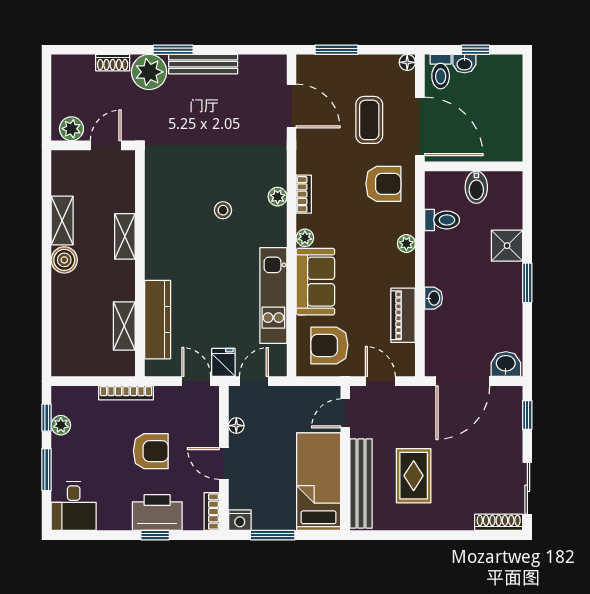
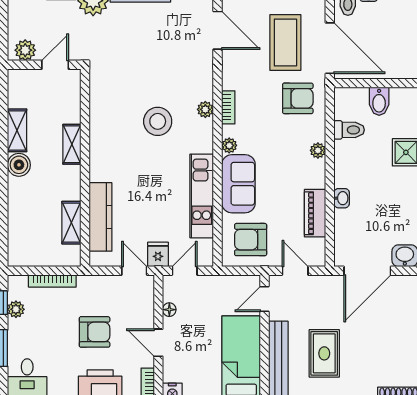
coffee table: (369, 120) -> (285, 42), width x1.36, depth x1.32
stool: (223, 210) -> (158, 121), width x1.89, depth x1.89
bookcase: (126, 393) -> (52, 281), moved

